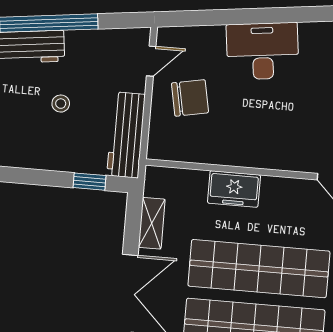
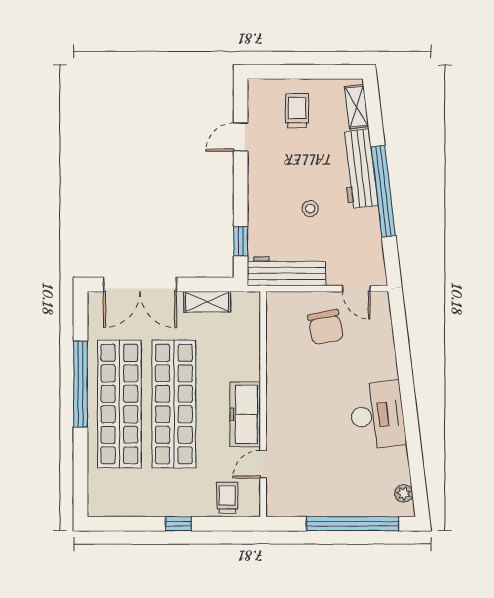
desk: (263, 51) -> (377, 415), moved
freezer: (234, 189) -> (245, 414), moved, width x1.40

